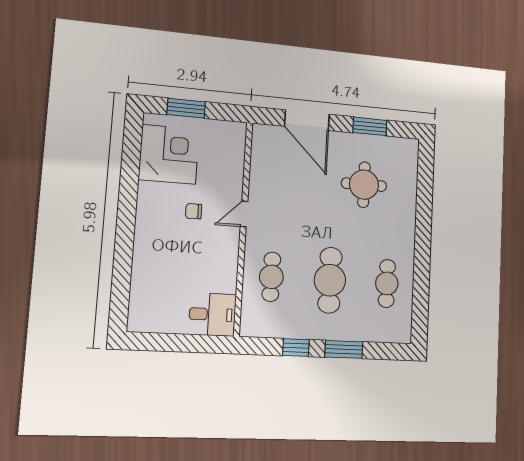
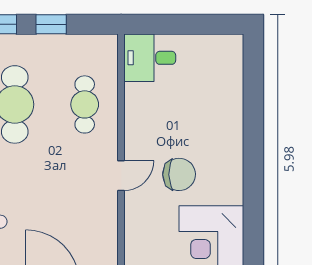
chair: (194, 211) -> (179, 174), width x1.87, depth x1.87

